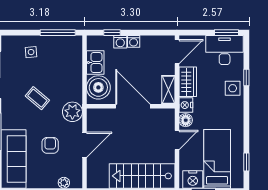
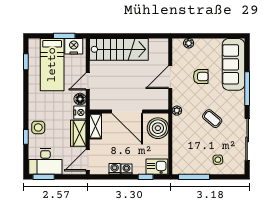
washing machine: (120, 42) -> (115, 169), moved
kitchen sink: (95, 62) -> (157, 167), moved, turned 90
plant: (72, 112) -> (177, 111), width x0.53, depth x0.53
armchair: (50, 145) -> (201, 77), turned -90

